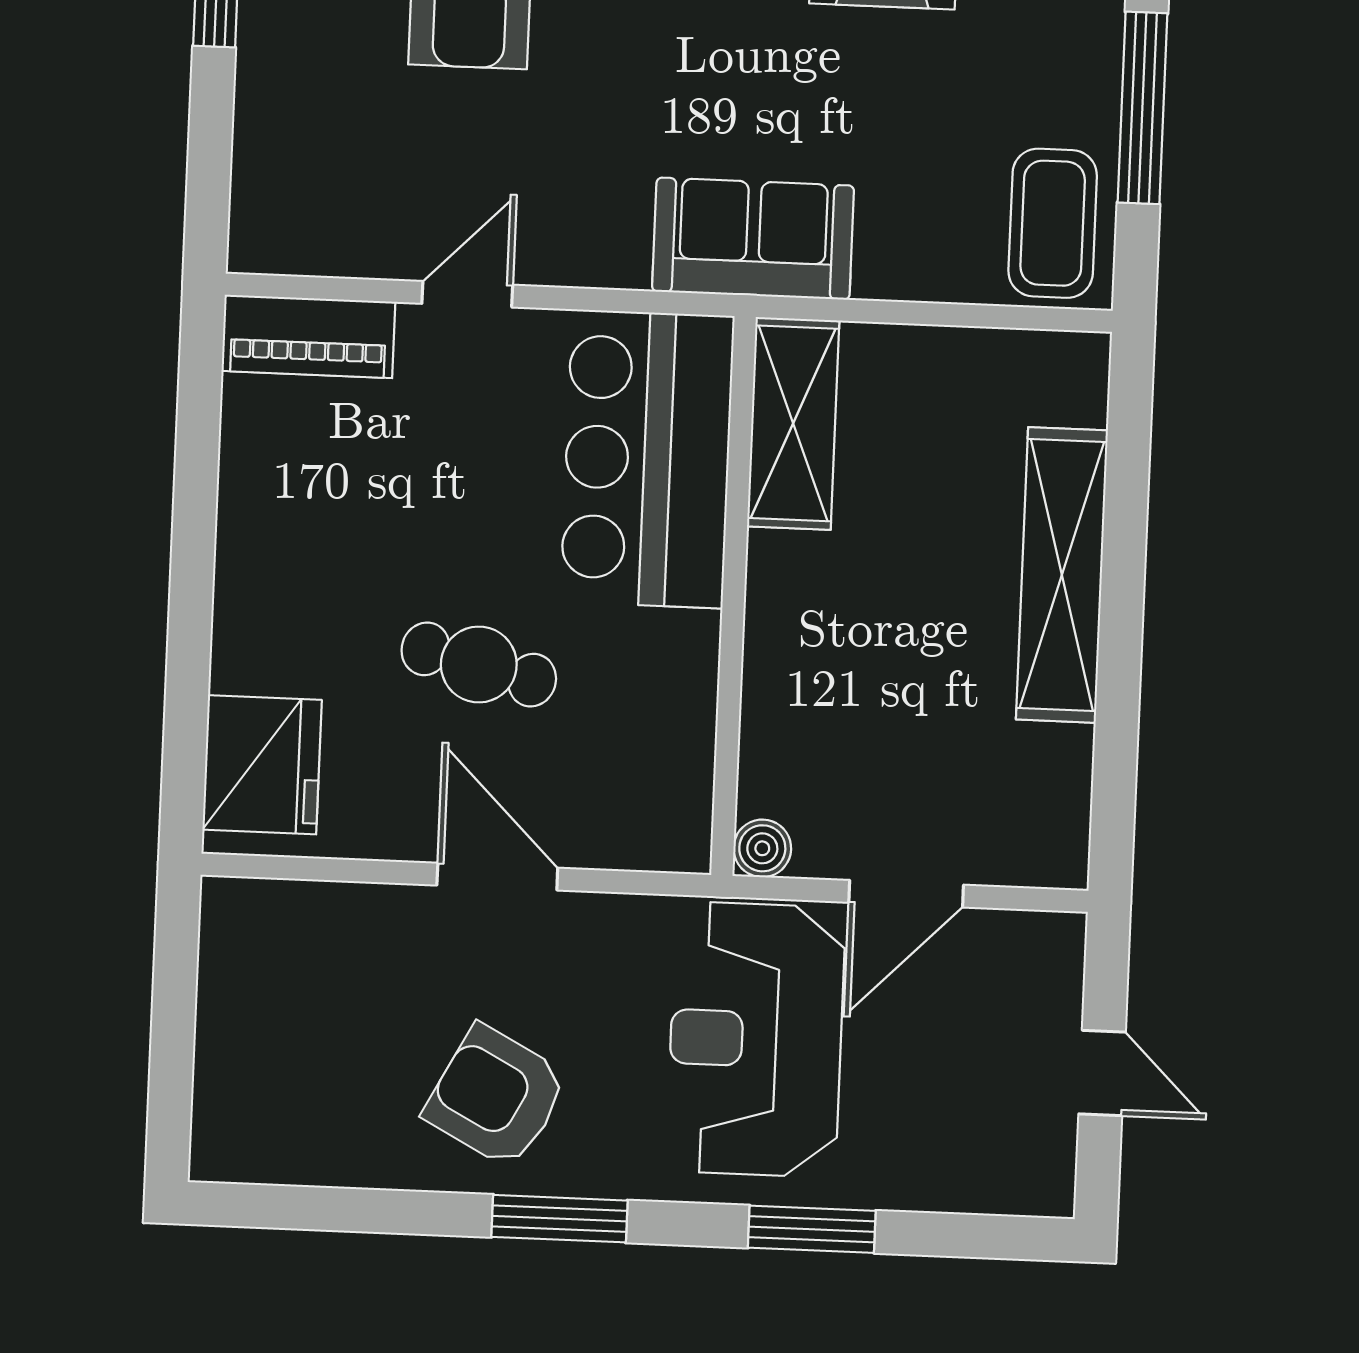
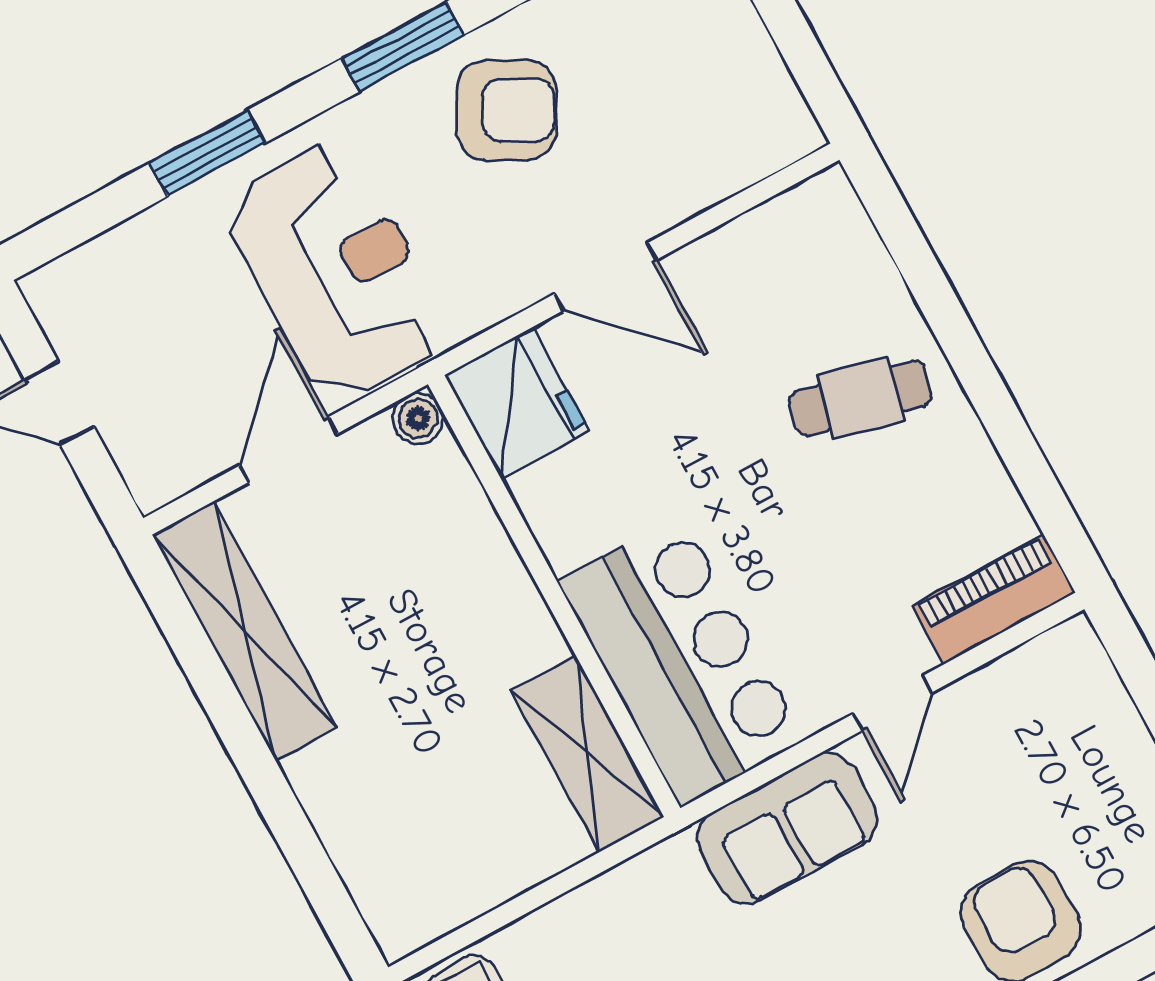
sofa: (753, 239) -> (787, 828), moved
shelving: (1062, 575) -> (245, 631), moved
cafe table: (479, 664) -> (860, 398), moved
fridge: (262, 765) -> (517, 403), moved, turned 180

